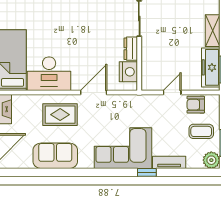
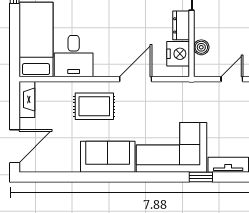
boiler: (147, 66) -> (201, 47), added
desk: (49, 74) -> (74, 56), width x0.73
sofa: (55, 156) -> (108, 157), moved

